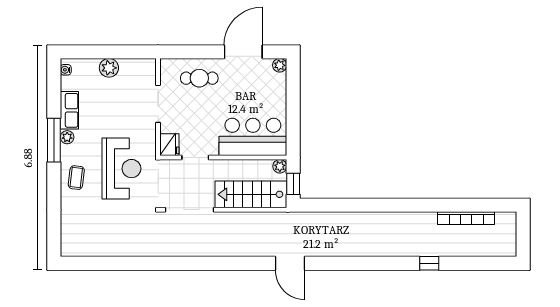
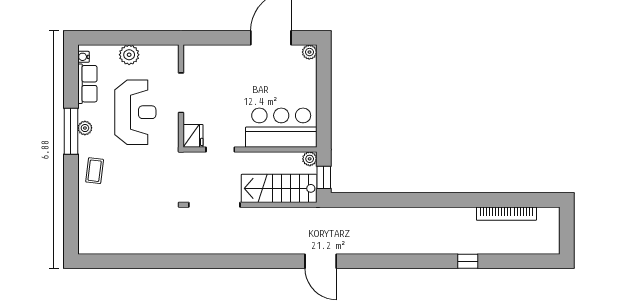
cafe table: (199, 78) -> (225, 66), removed
row of seats: (69, 110) -> (87, 84), moved
reception desk: (121, 169) -> (135, 112), moved

